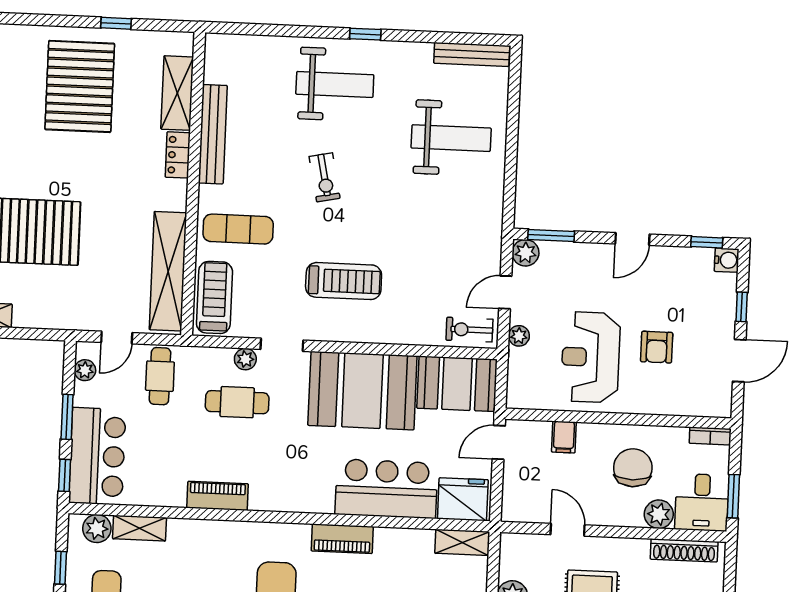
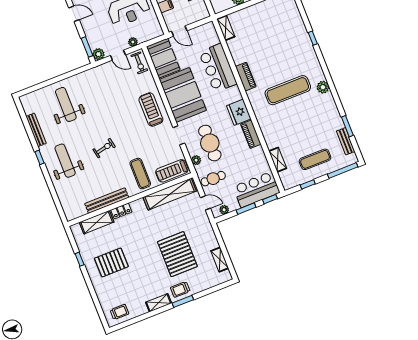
bench: (472, 54) -> (36, 130), moved
pallet: (80, 86) -> (111, 262), width x0.73, depth x0.71
treadmill: (344, 281) -> (151, 110), moved
plant: (245, 359) -> (196, 160), moved
cafe table: (237, 402) -> (210, 143), width x1.37, depth x1.35
fridge: (463, 499) -> (239, 112), moved
plant: (97, 529) -> (285, 177), removed

